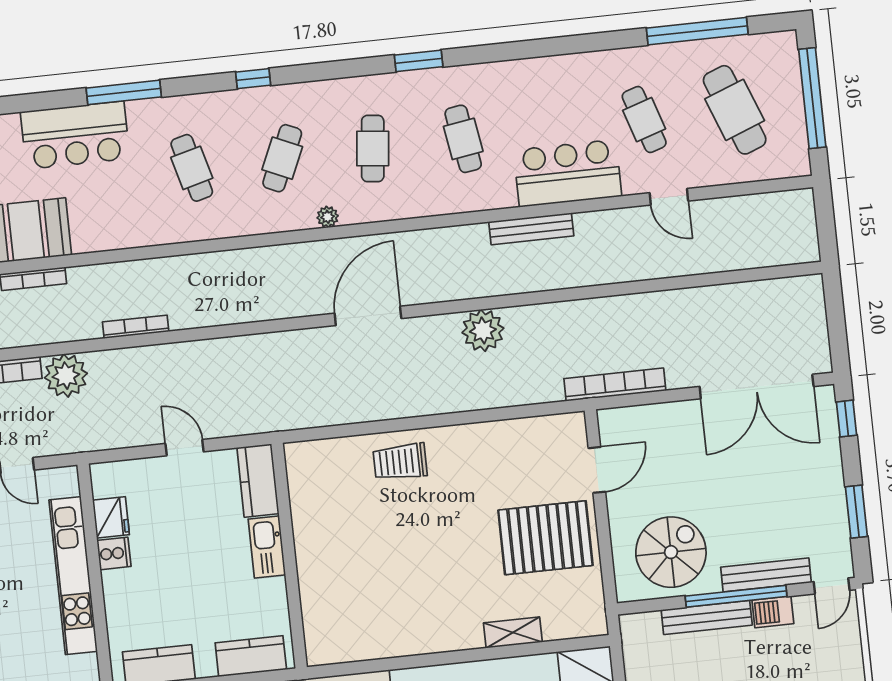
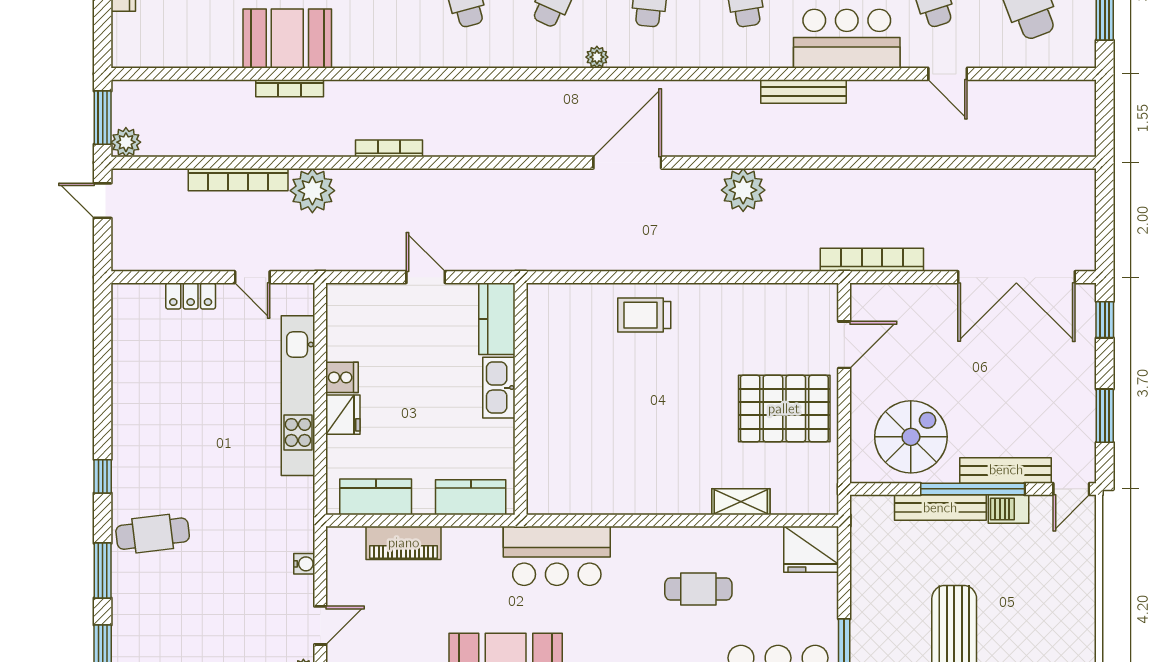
fridge: (111, 517) -> (343, 415), moved

